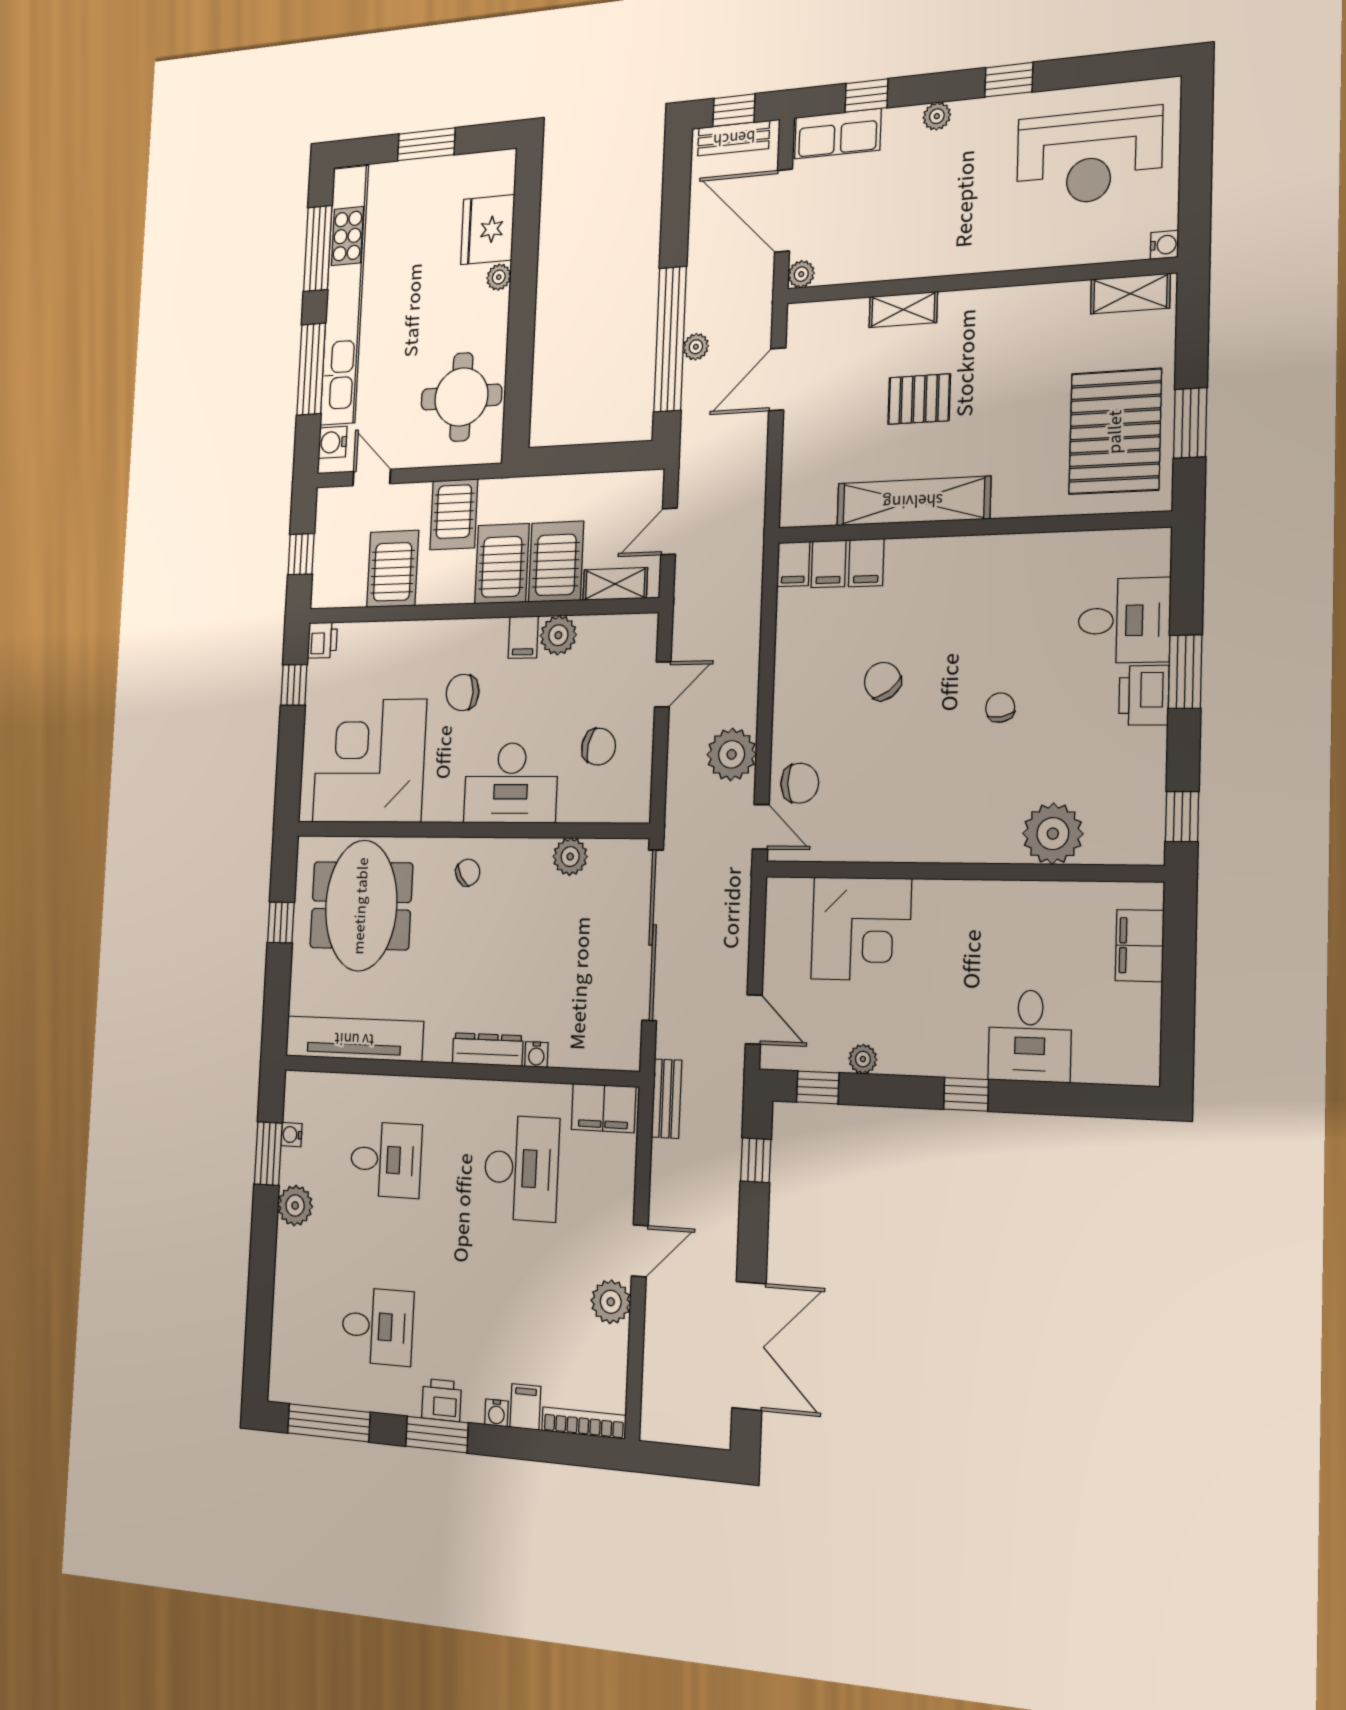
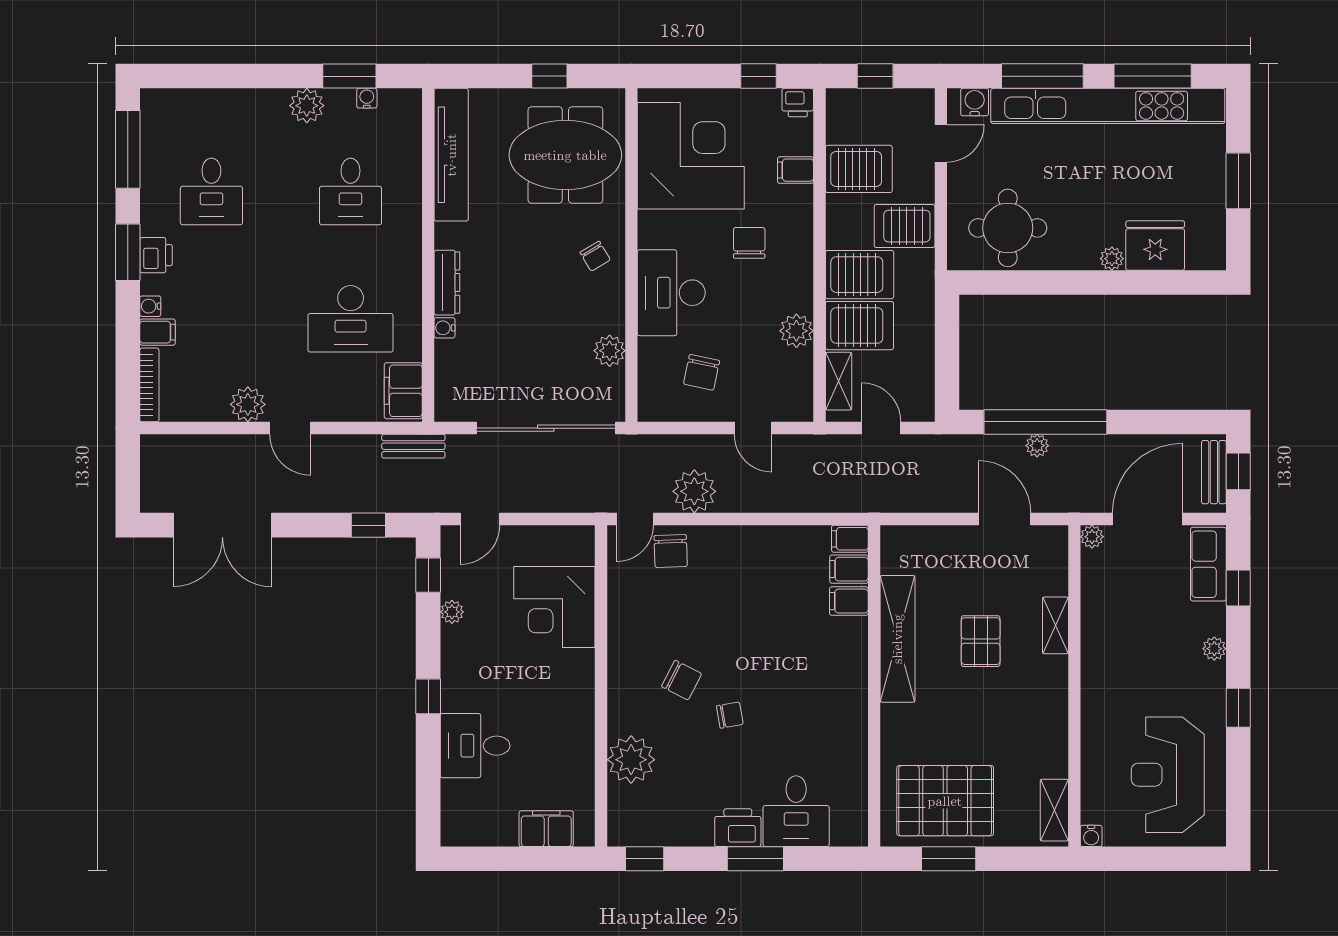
filing cabinet: (523, 637) -> (796, 170), moved
chair: (883, 681) -> (682, 680), moved, turned 64

